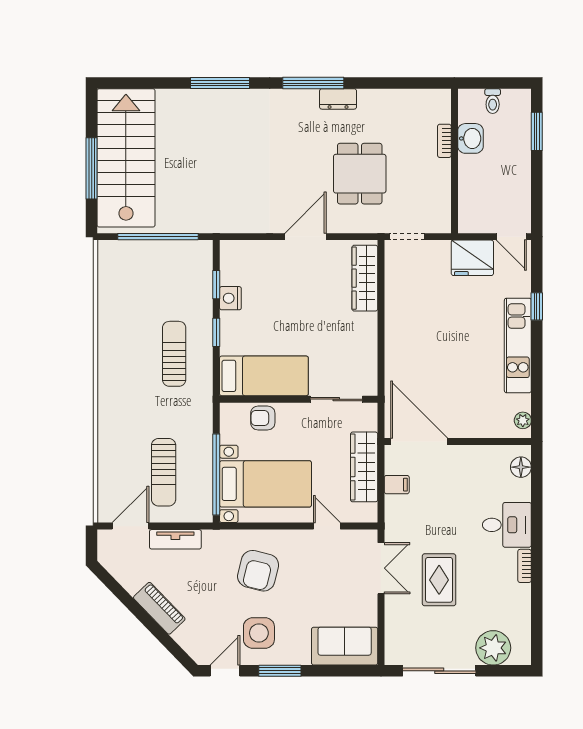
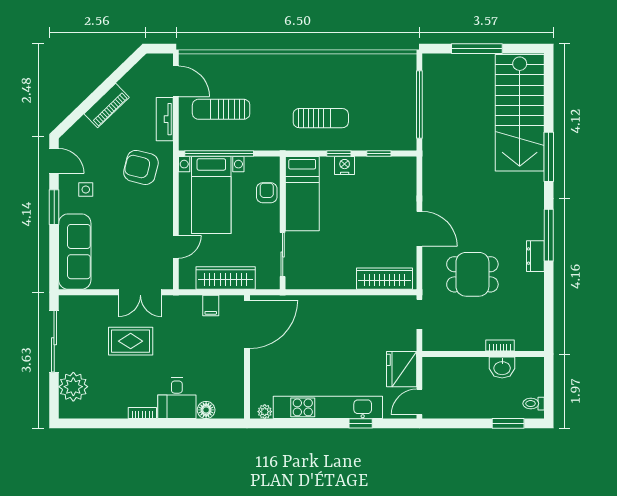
toilet: (493, 101) -> (534, 404), moved
stairs: (126, 158) -> (520, 113), moved, turned 90
nightstand: (230, 298) -> (345, 165), moved
kitchen unit: (518, 345) -> (328, 407), width x1.36
floor lamp: (521, 467) -> (206, 410), moved
armchair: (258, 571) -> (141, 167), moved
side table: (259, 633) -> (86, 189), width x0.54, depth x0.54
sofa: (345, 646) -> (75, 252), width x1.36

